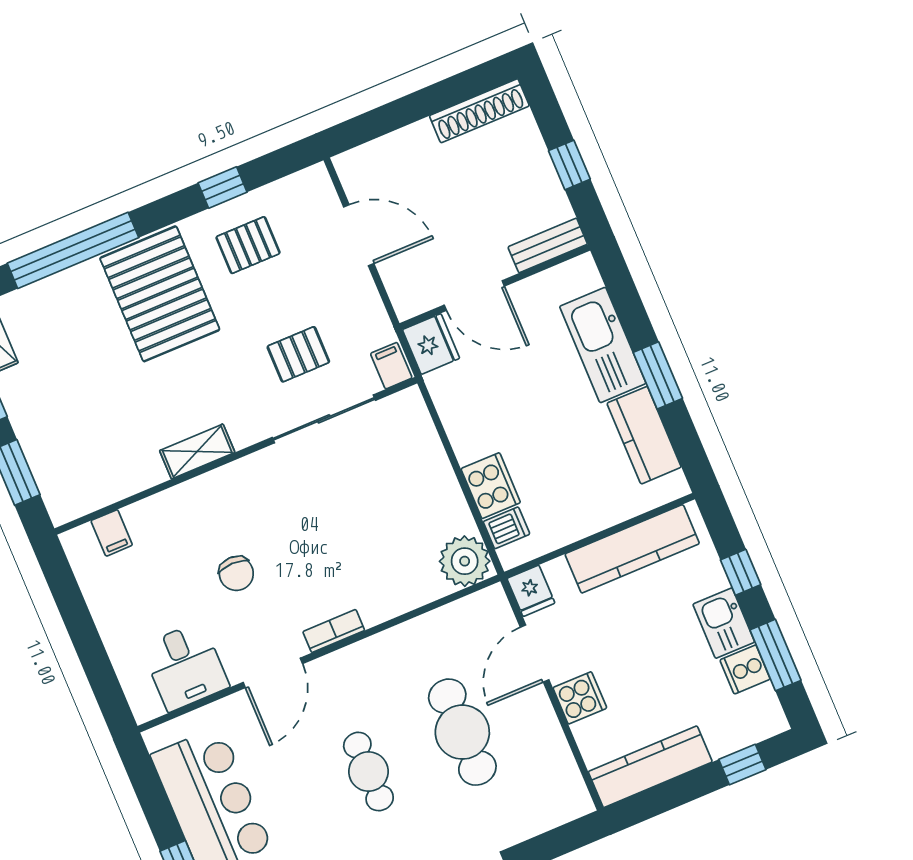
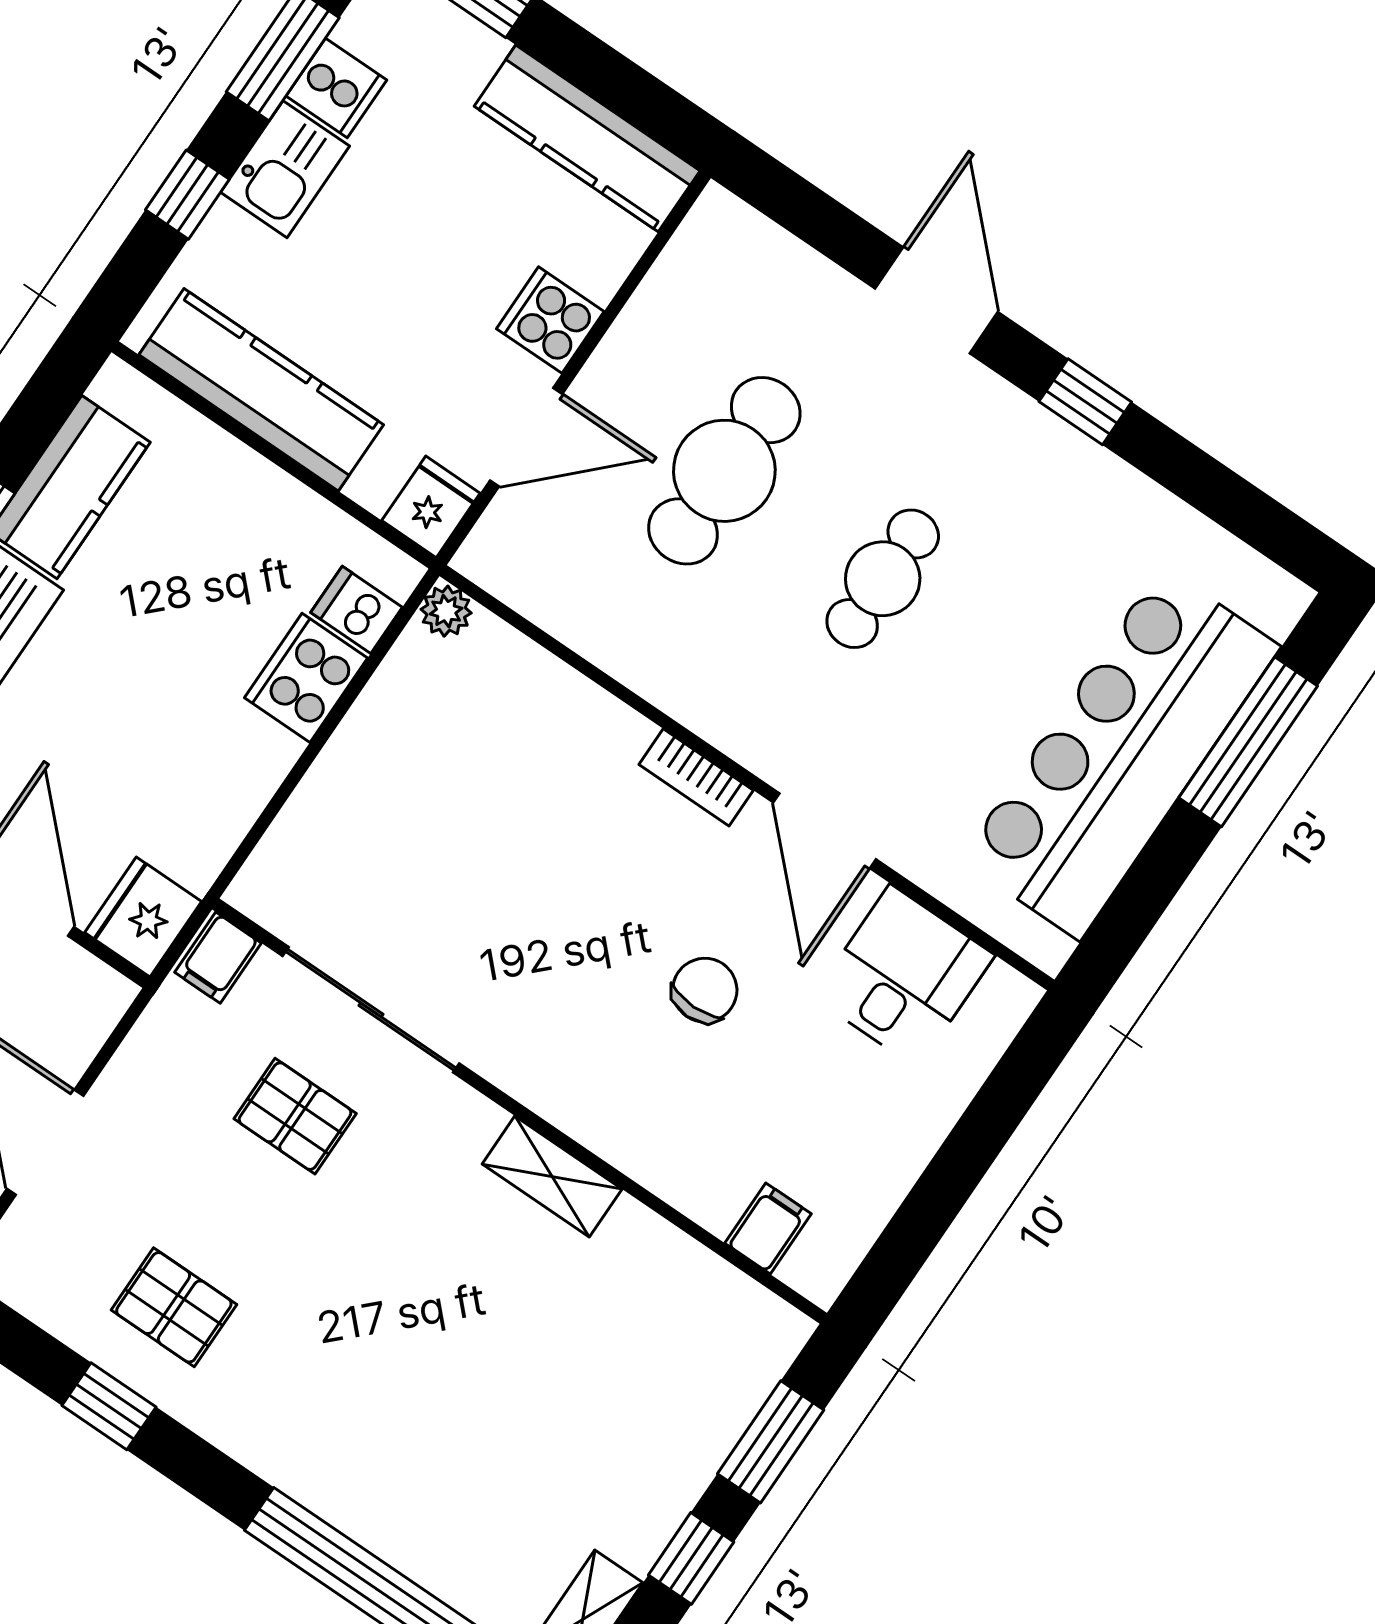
pallet: (160, 294) -> (341, 1397), removed
plant: (465, 561) -> (446, 611), width x0.53, depth x0.53
door: (273, 673) -> (825, 831), swing flipped

